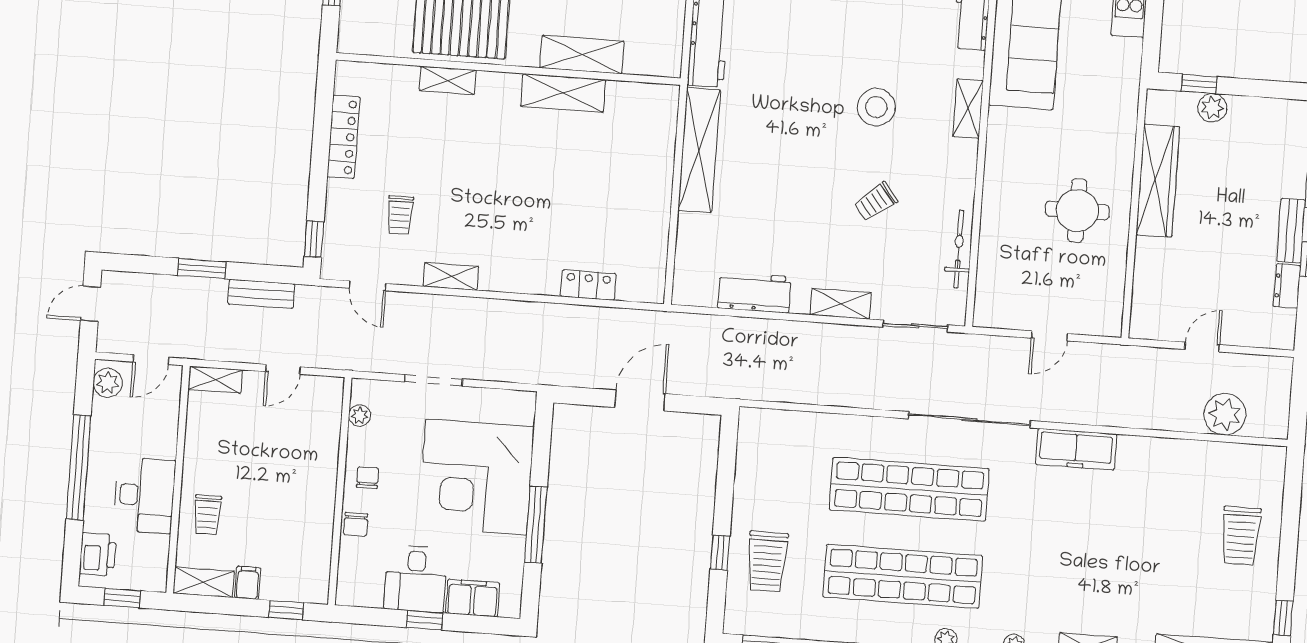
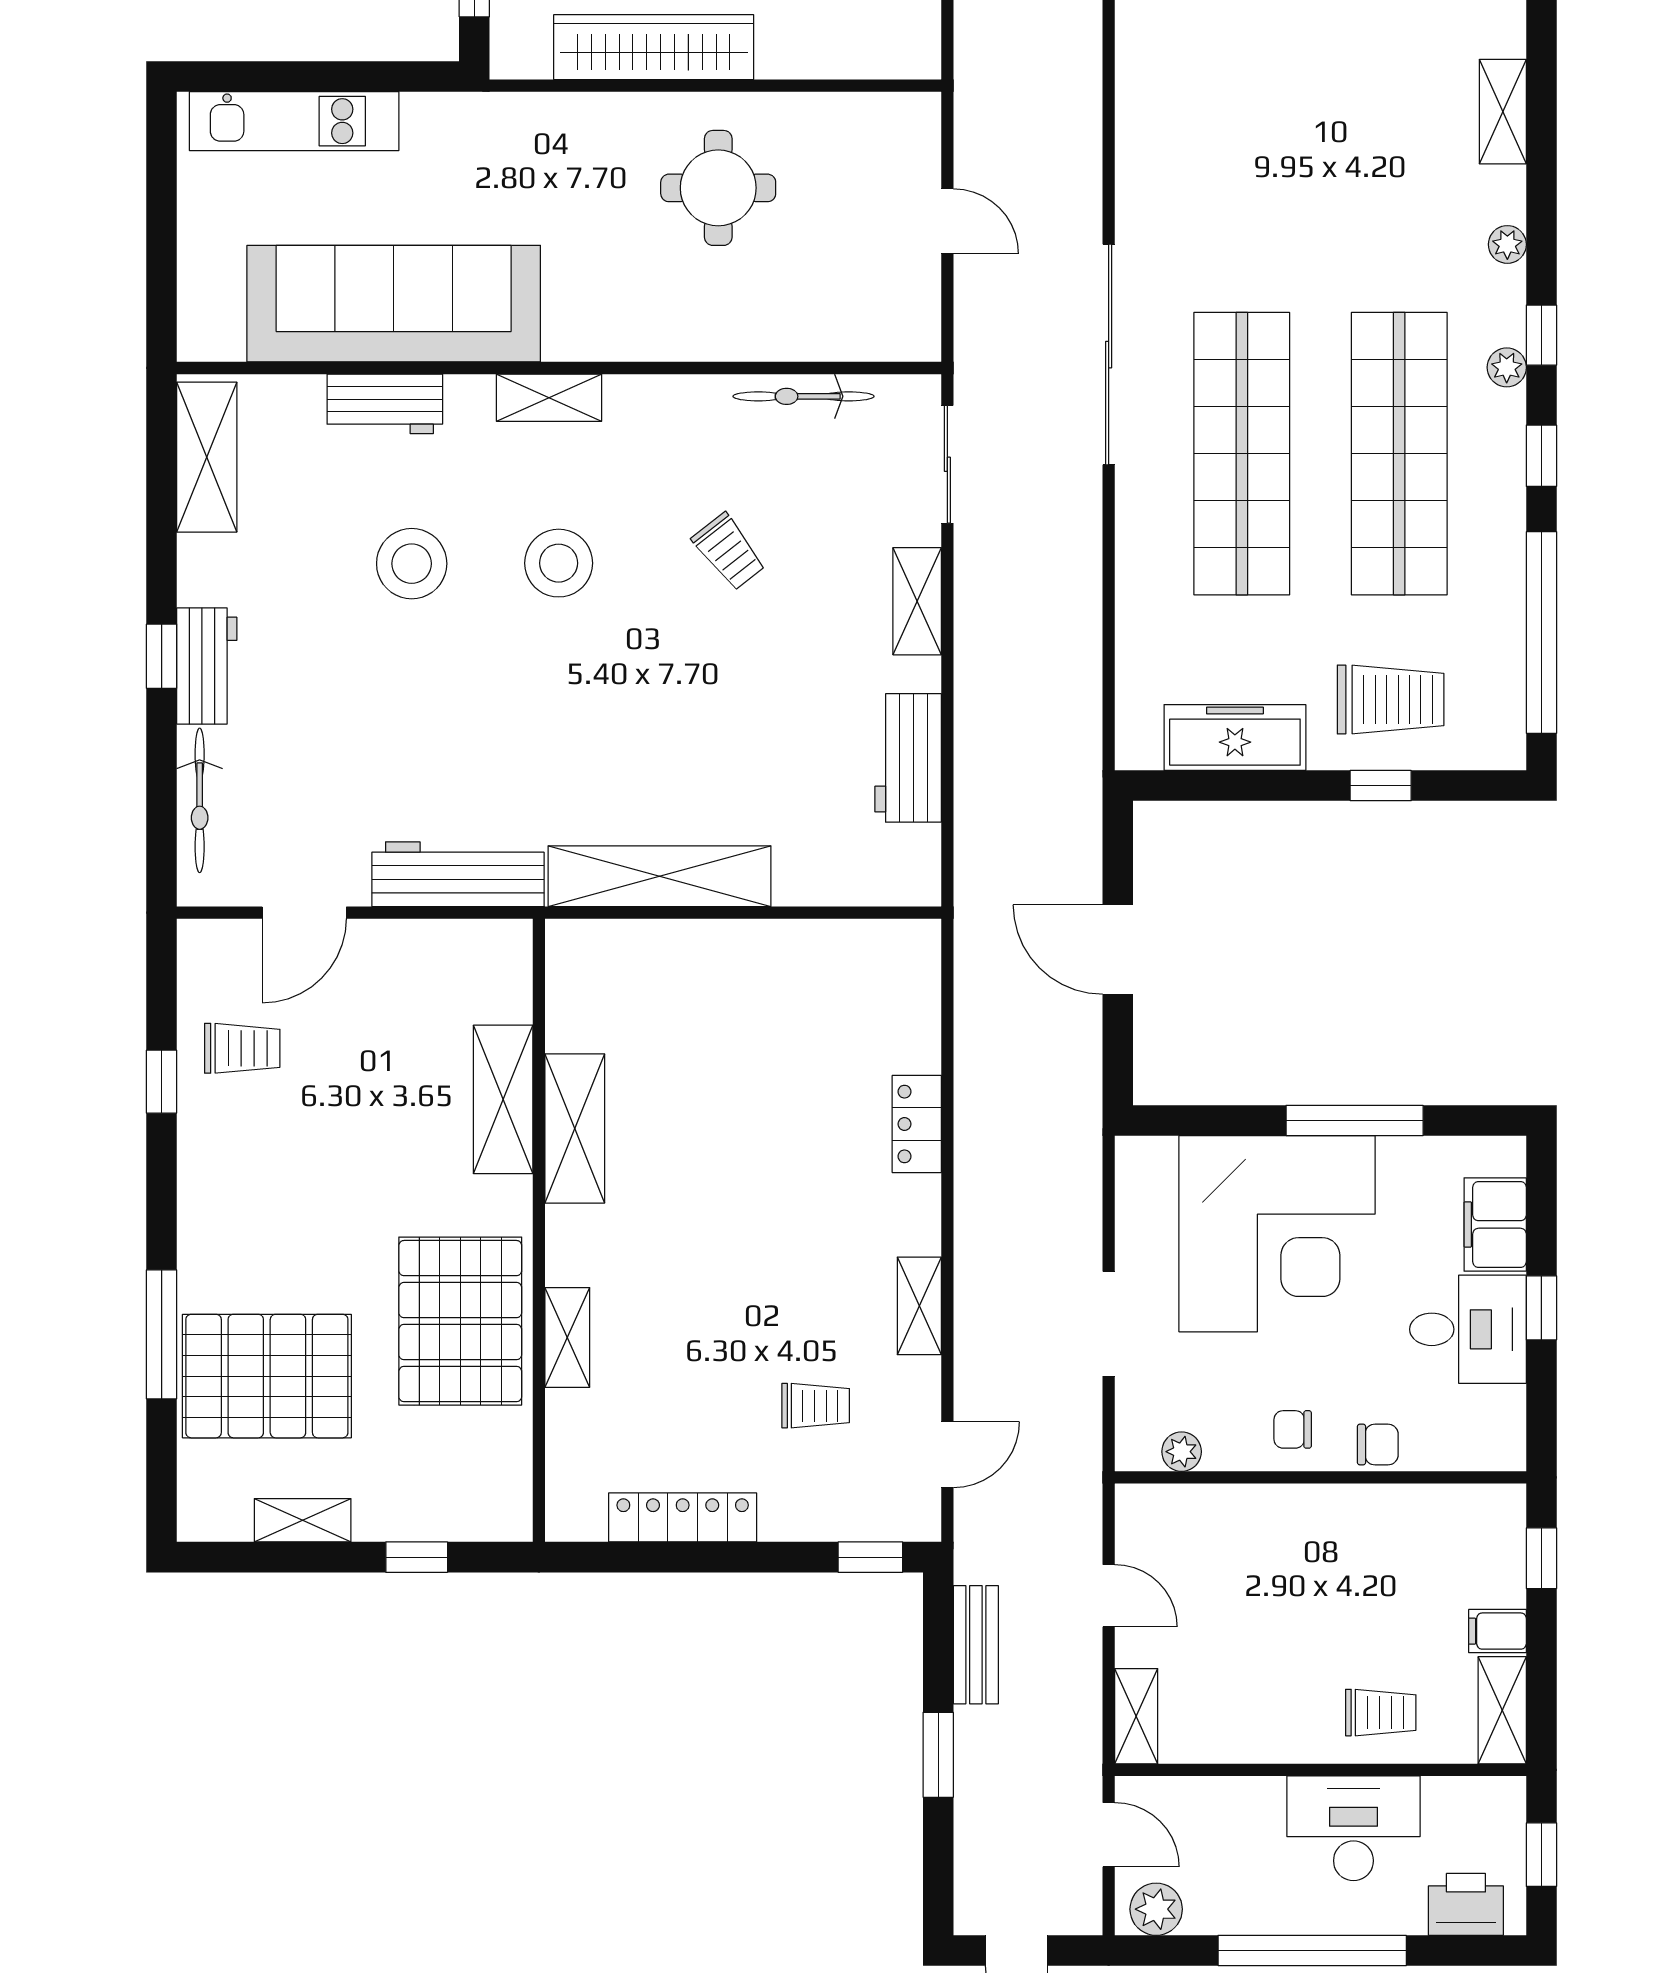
stool: (882, 26) -> (412, 564), added
locker: (588, 285) -> (917, 1124), moved
freezer: (1076, 449) -> (1235, 737), moved, turned -90

